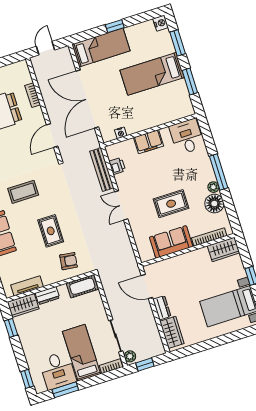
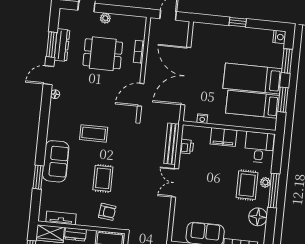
bed: (101, 48) -> (253, 104), moved, turned 180
plant: (213, 187) -> (265, 182), moved
rug: (171, 204) -> (247, 185), moved, turned 90

